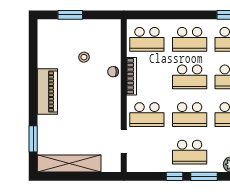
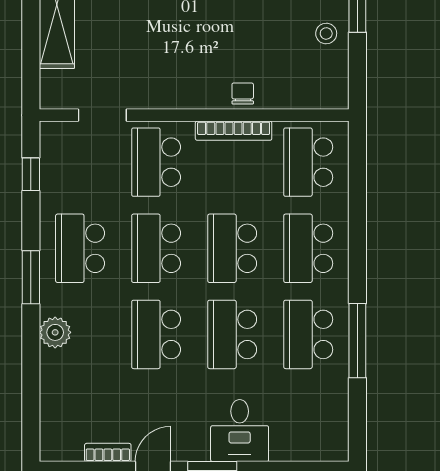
stool: (84, 57) -> (326, 33), moved
window: (174, 176) -> (31, 174), moved

